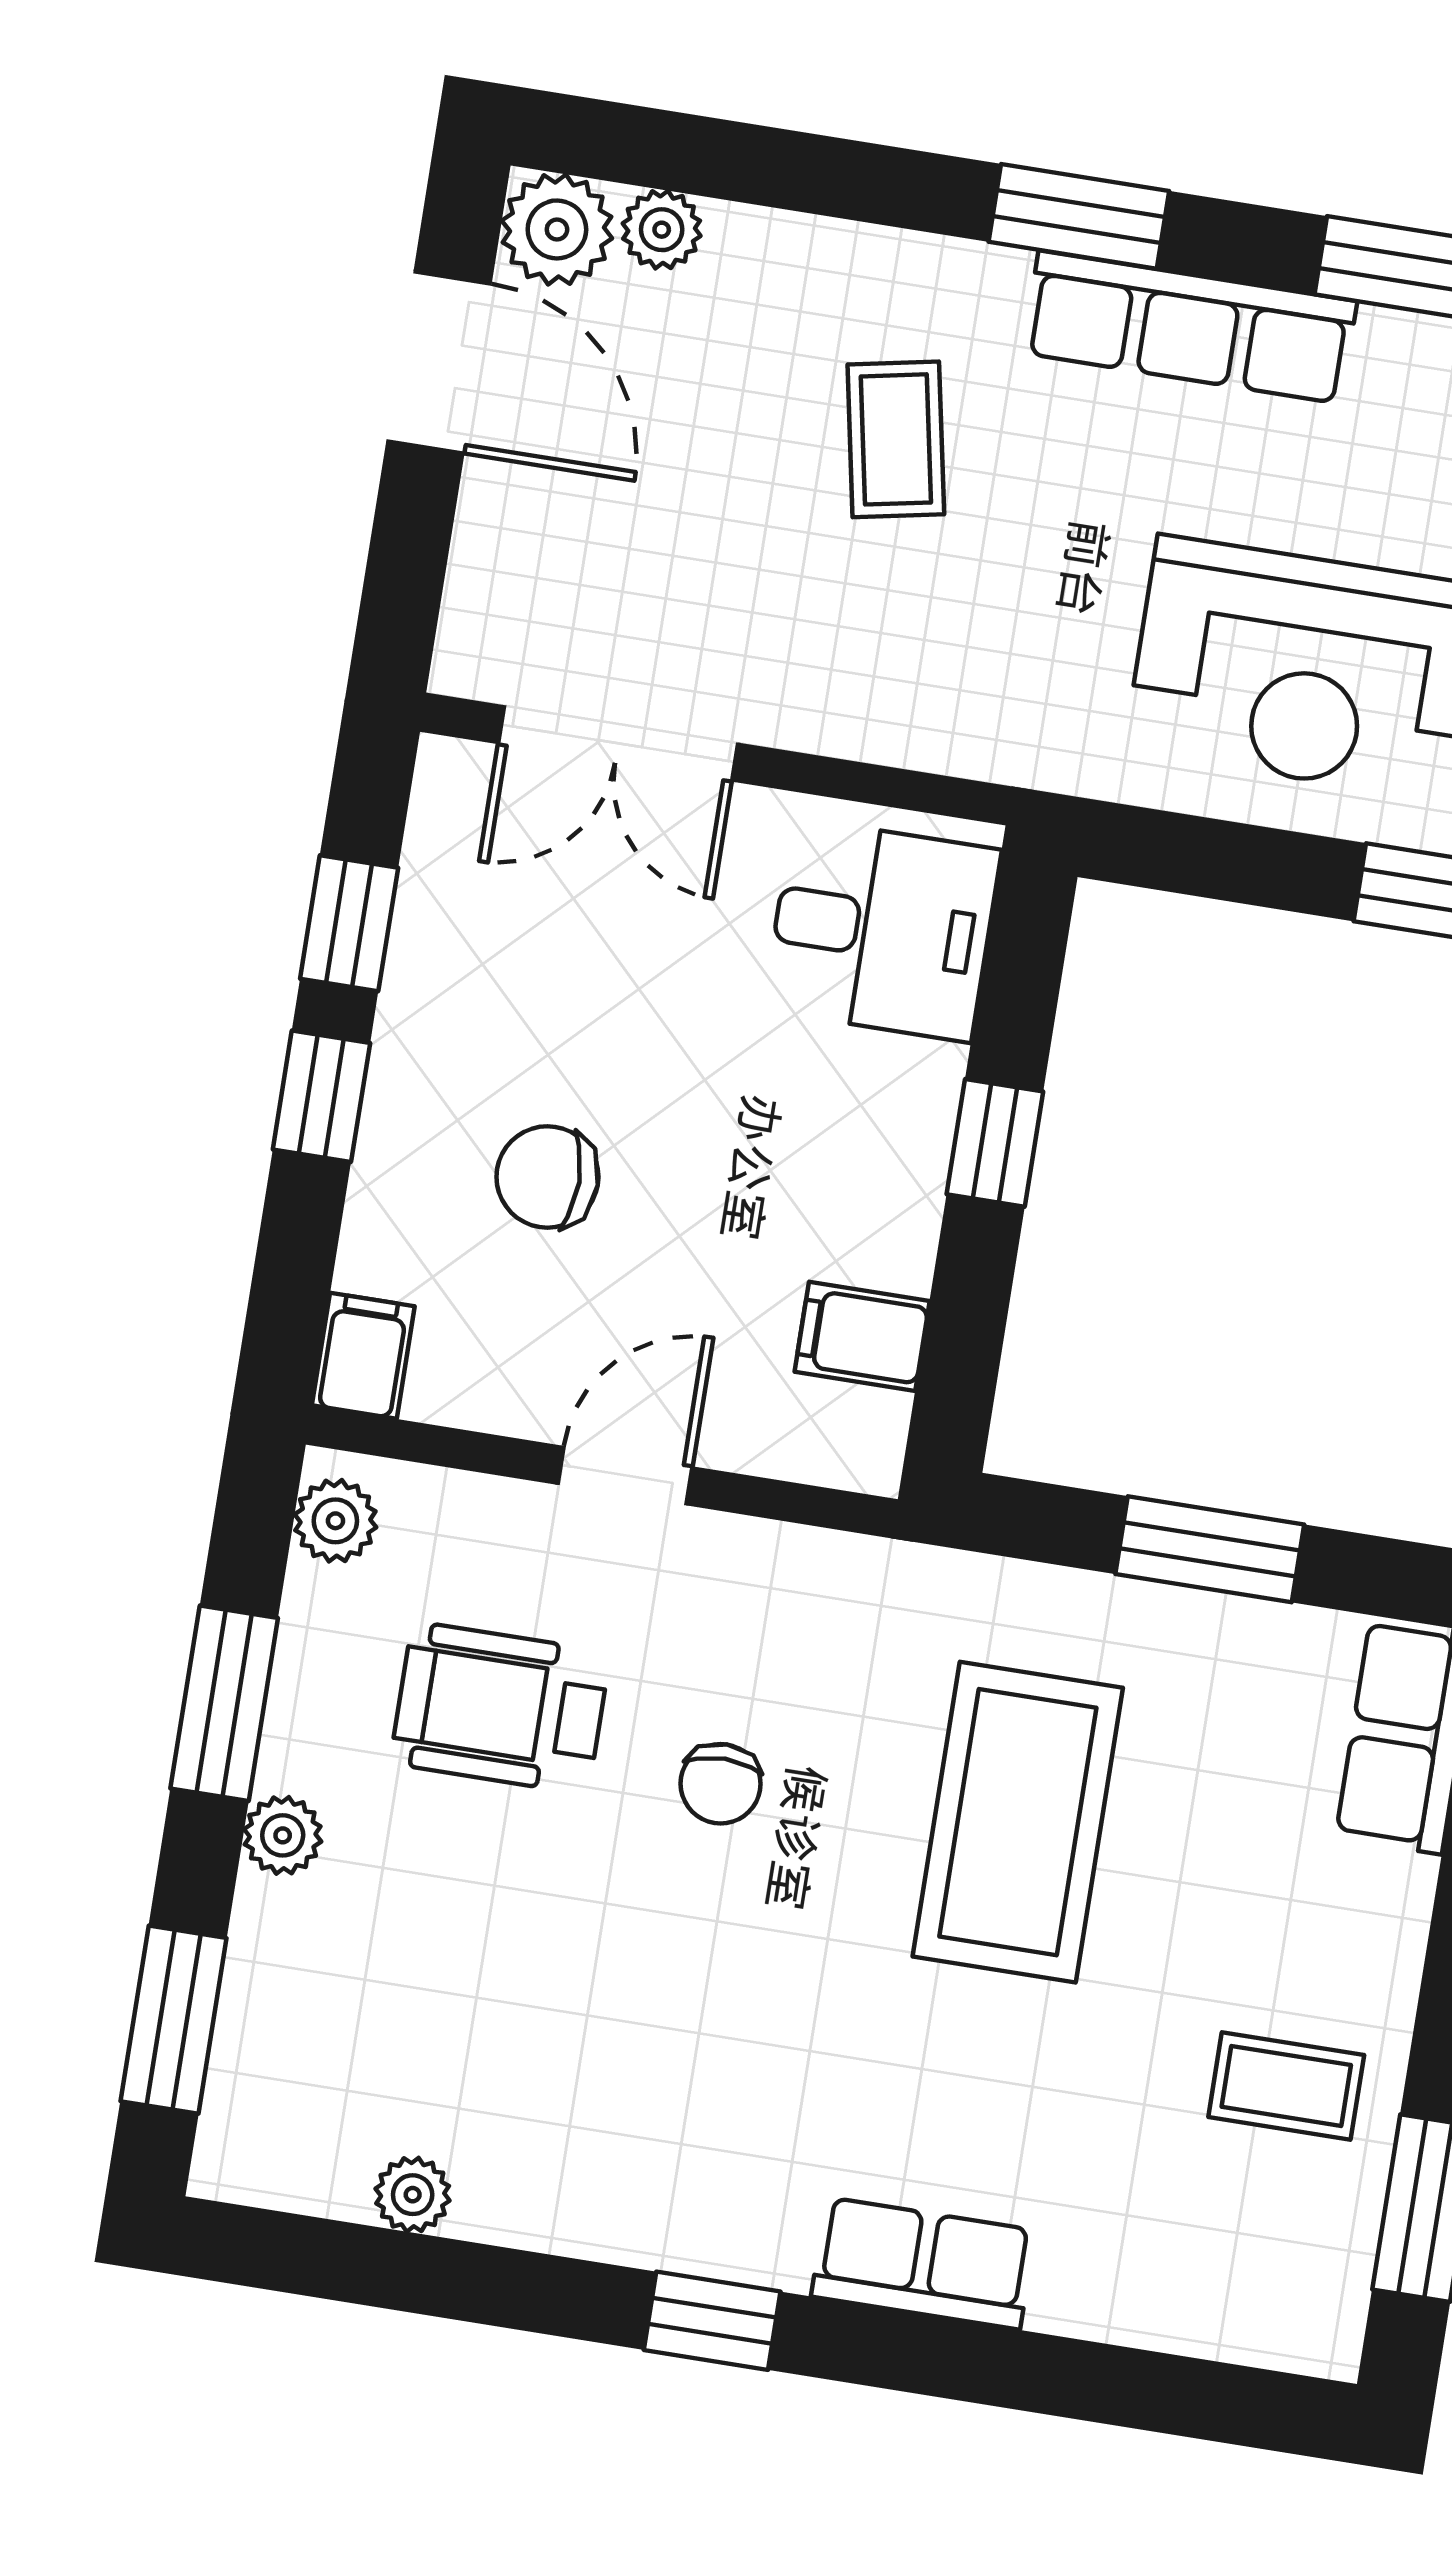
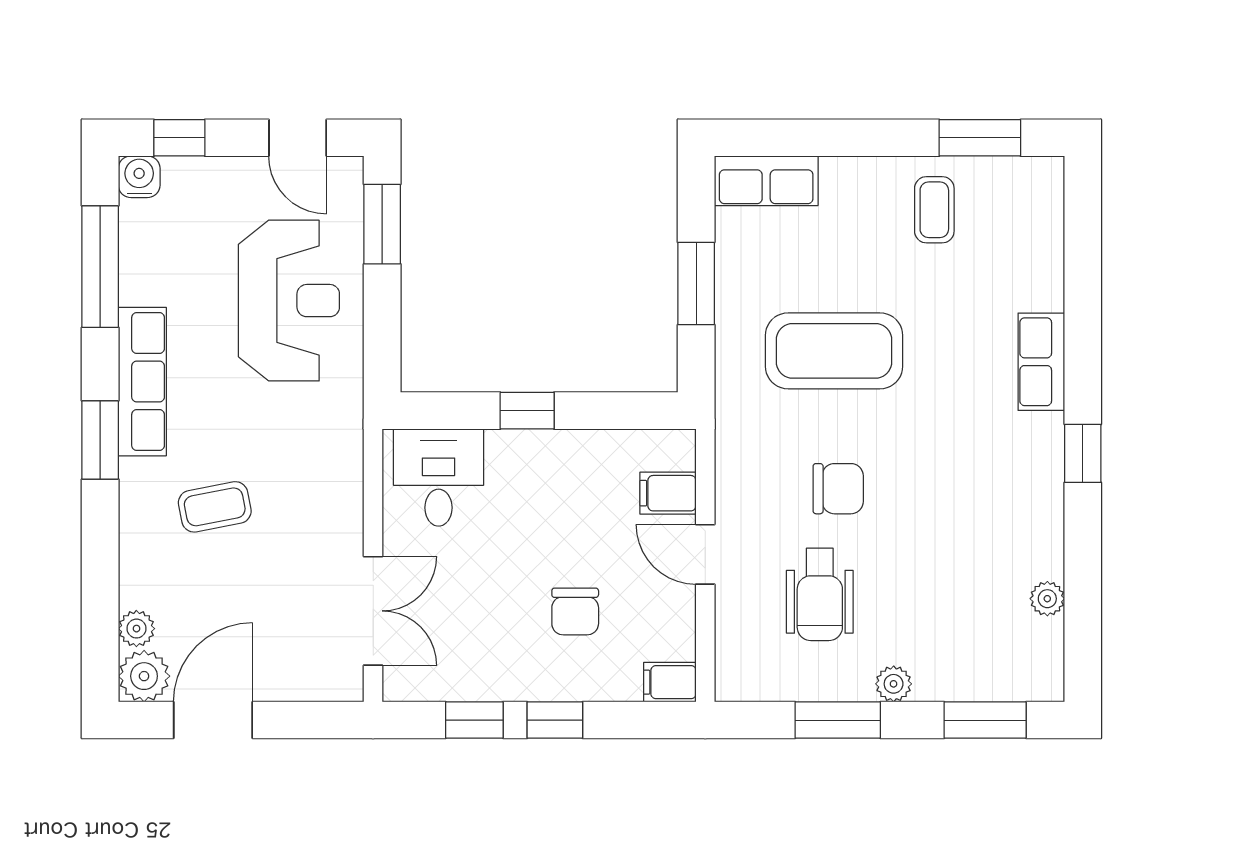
filing cabinet: (862, 1336) -> (668, 493), moved, turned 90
plant: (335, 1521) -> (747, 683), removed
chair: (721, 1784) -> (838, 489), width x1.37, depth x1.37

